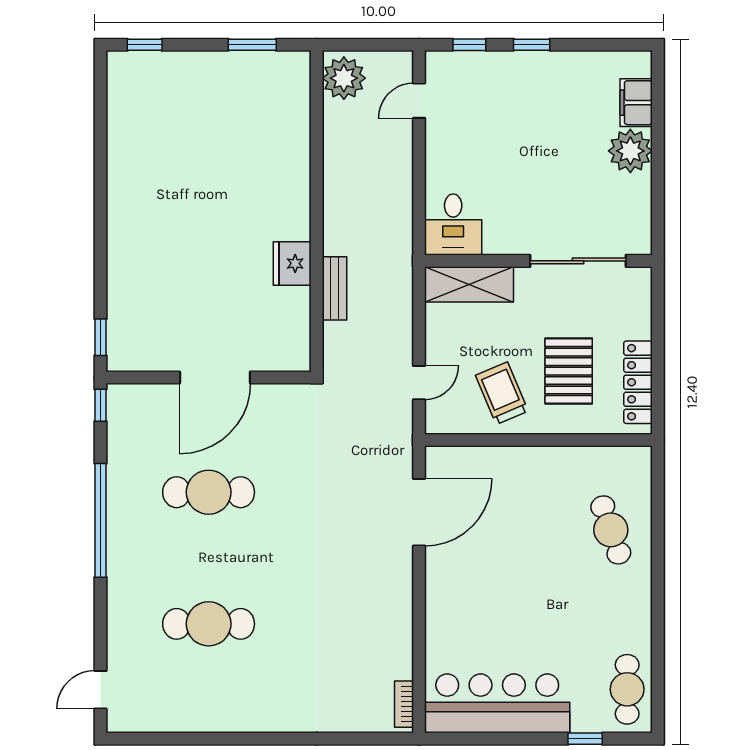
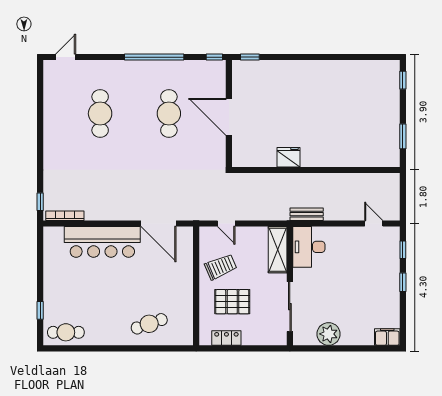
plant: (344, 78) -> (385, 184), removed
filing cabinet: (636, 103) -> (387, 337), moved
plant: (630, 151) -> (329, 334), moved
desk: (453, 225) -> (309, 247), width x1.37
bench: (334, 288) -> (307, 214), moved
locker: (638, 382) -> (226, 338), width x0.66
door: (101, 690) -> (66, 57), hinge flipped
bar counter: (497, 703) -> (102, 242), moved, turned 90
bookcase: (404, 704) -> (65, 216), width x1.56
window: (377, 739) -> (40, 202), added

